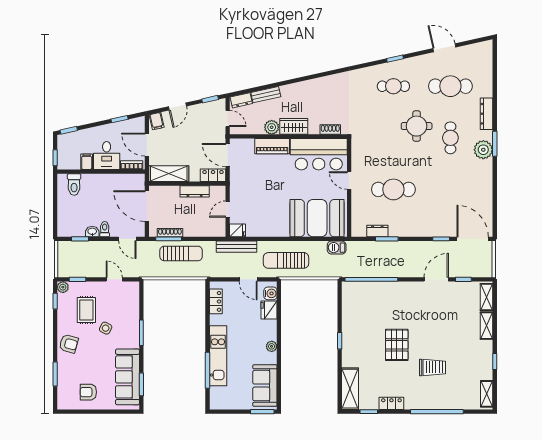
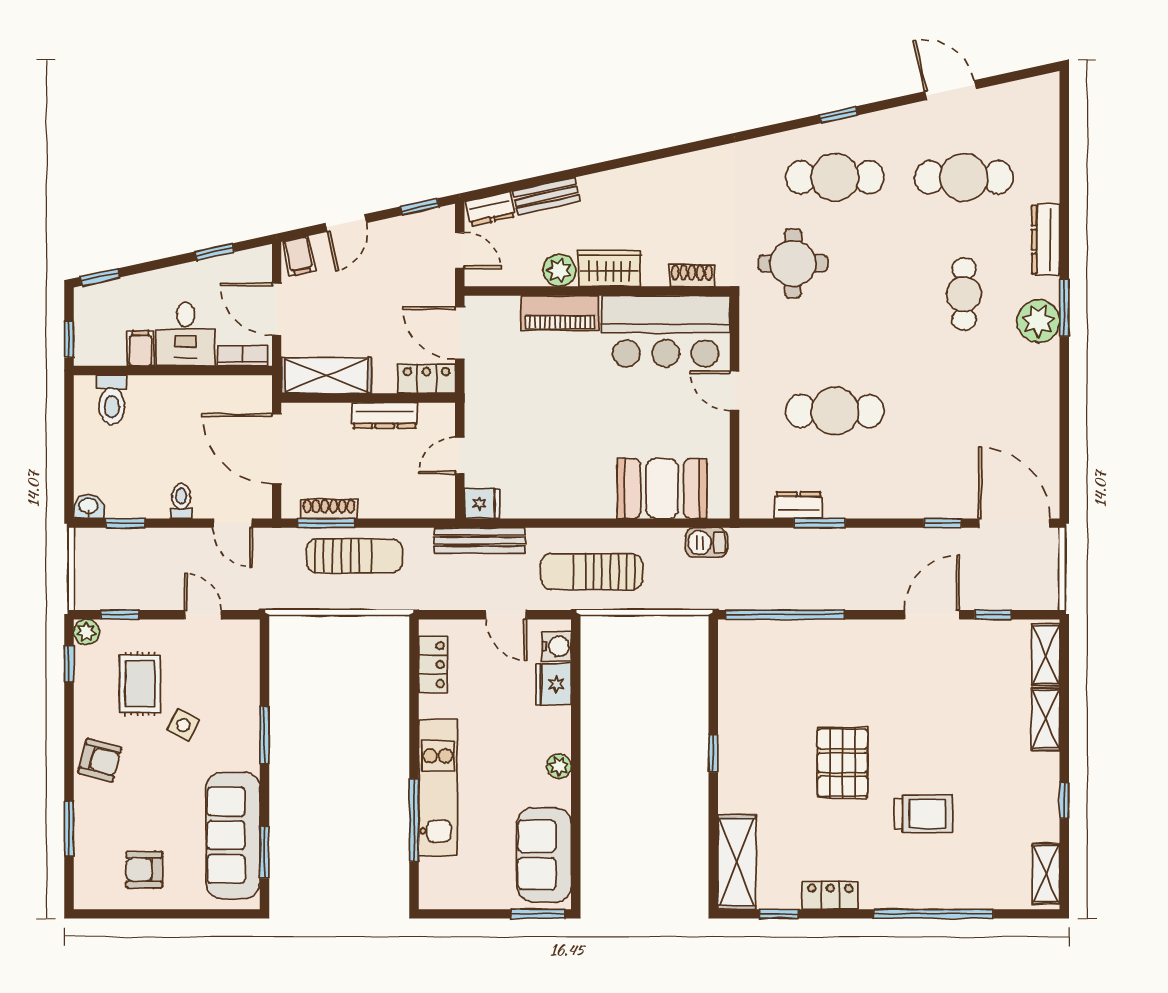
cafe table: (393, 86) -> (835, 177), width x1.37, depth x1.35
round table: (417, 126) -> (793, 263), moved
booth: (317, 218) -> (662, 489), width x0.73, depth x0.70
washbasin: (92, 232) -> (89, 506), moved

